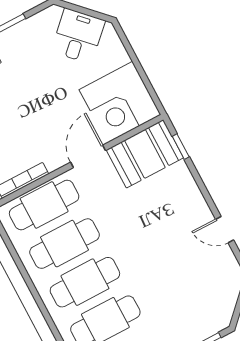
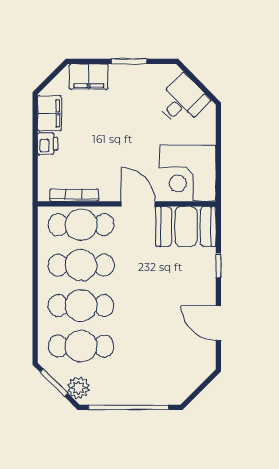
window: (181, 147) -> (218, 266), moved
door: (88, 156) -> (138, 204), hinge flipped
door: (225, 230) -> (218, 323), width x1.38

